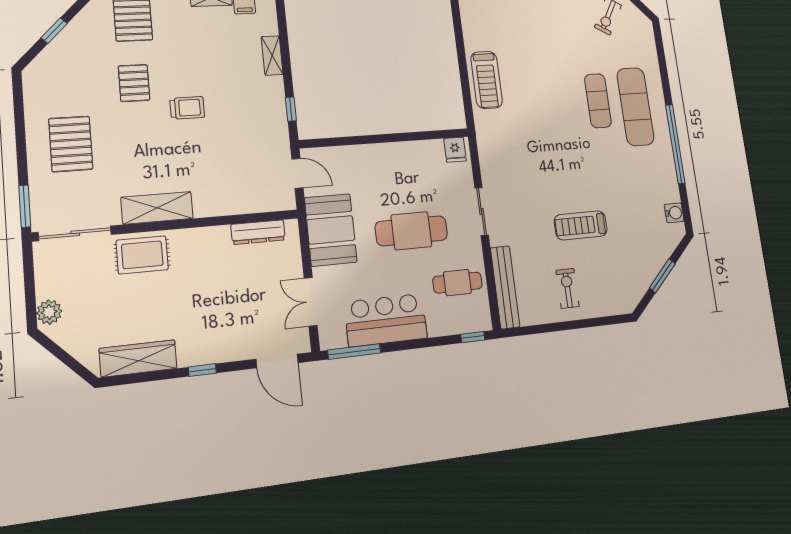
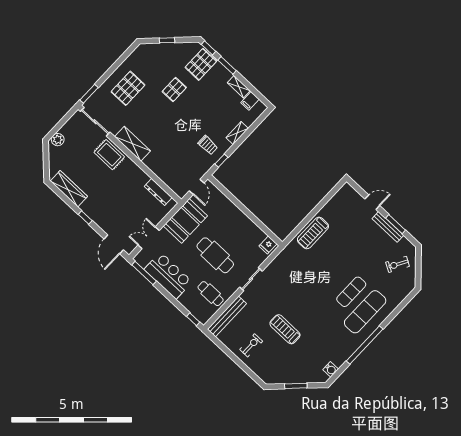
trolley: (187, 108) -> (208, 145), moved

